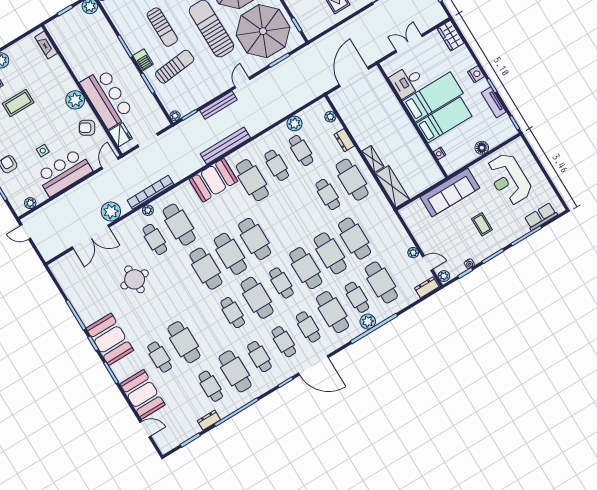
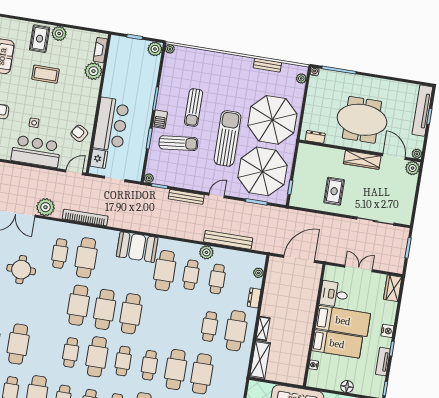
plant: (75, 100) -> (93, 71), moved
plant: (295, 124) -> (206, 252), moved
bench: (225, 146) -> (228, 240), moved
plant: (148, 210) -> (72, 229), removed
cafe table: (306, 268) -> (149, 365), width x0.73, depth x0.74

